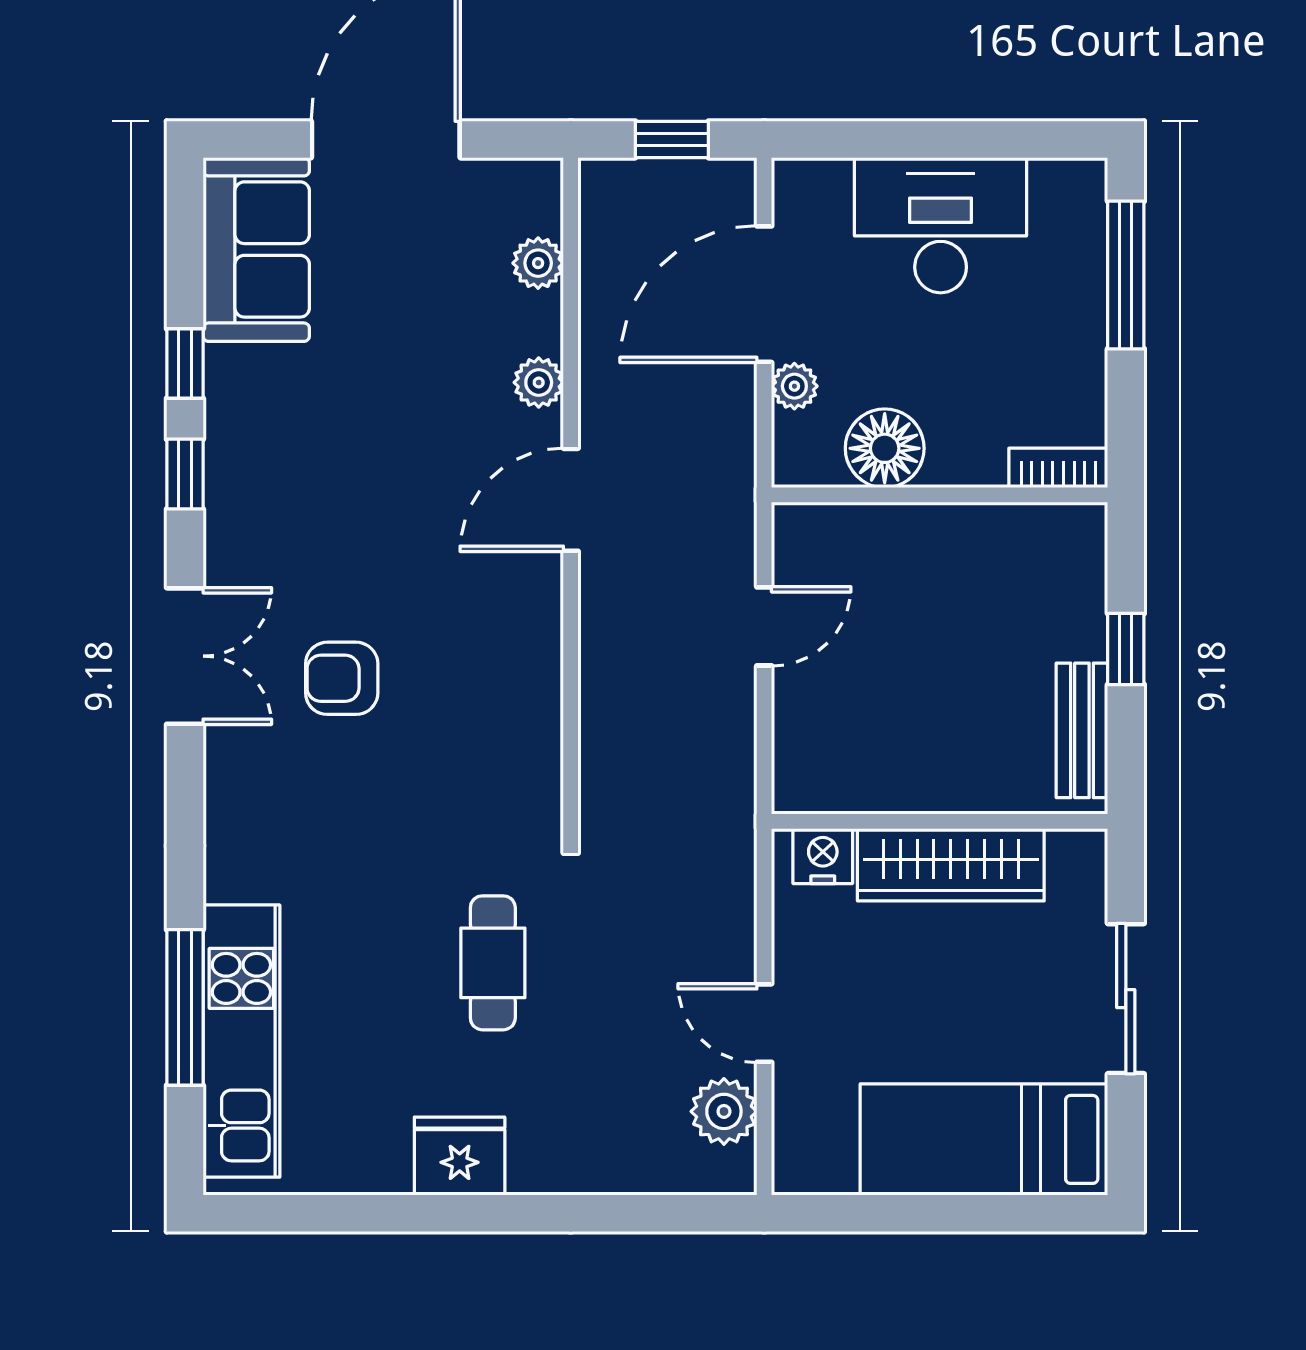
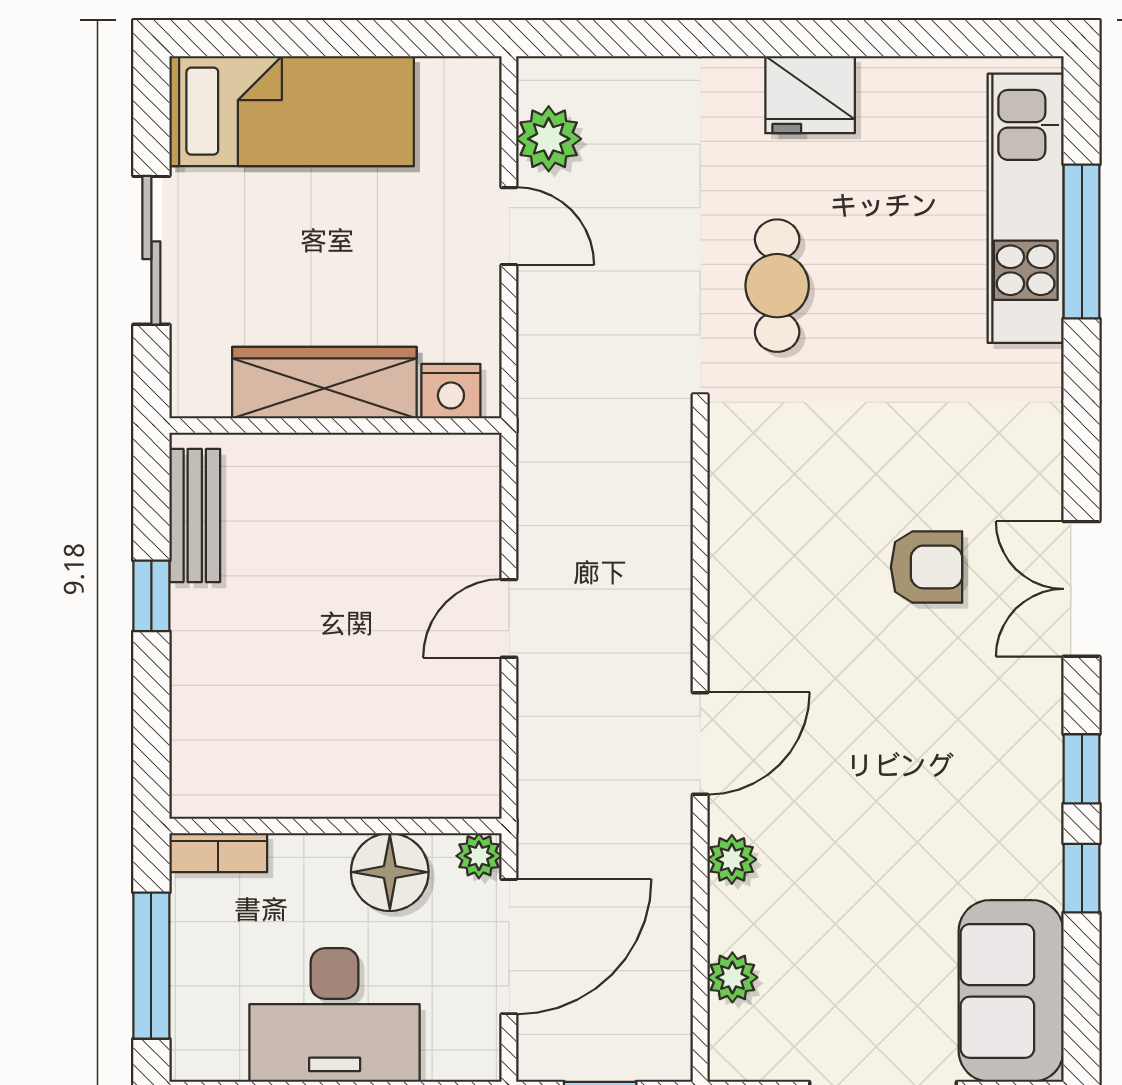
floor lamp: (885, 448) -> (390, 872), moved
bookcase: (1058, 468) -> (218, 853), moved
wall: (940, 495) -> (335, 826), moved

